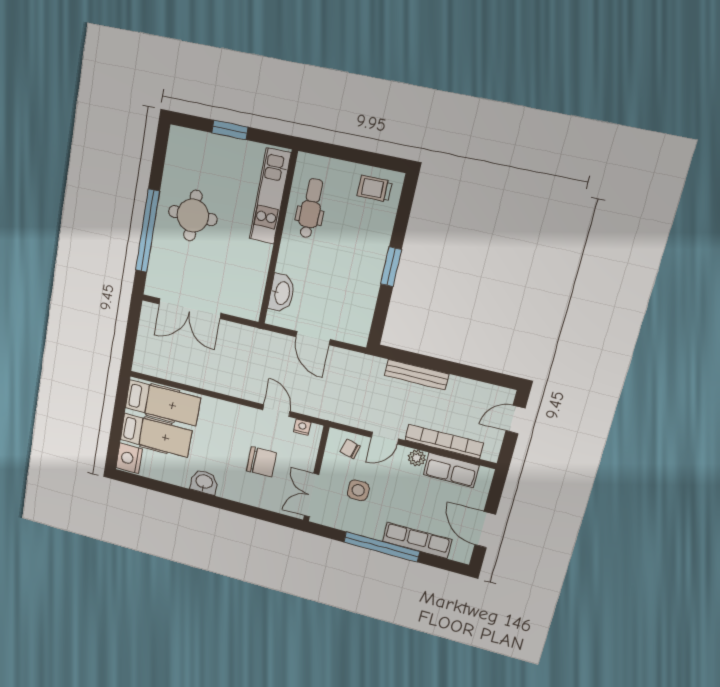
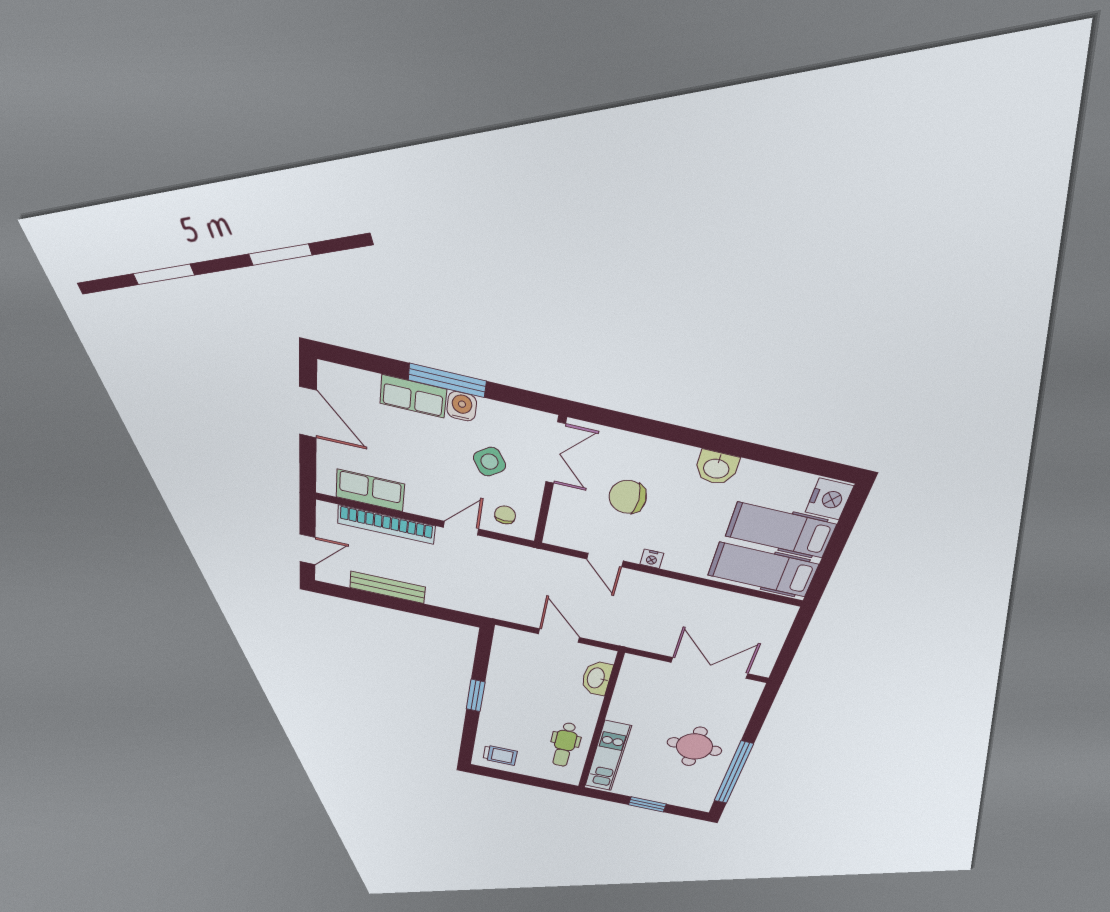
window: (148, 231) -> (734, 773), moved
bench: (416, 375) -> (388, 587), moved
nightstand: (302, 427) -> (652, 559), moved
chair: (350, 449) -> (505, 515), turned -104
plant: (417, 458) -> (417, 505), removed
side table: (358, 490) -> (490, 462), turned -35
water cooler: (374, 530) -> (462, 406), added
row of seats: (417, 540) -> (413, 396), width x0.68
window: (382, 547) -> (447, 381), width x0.68

